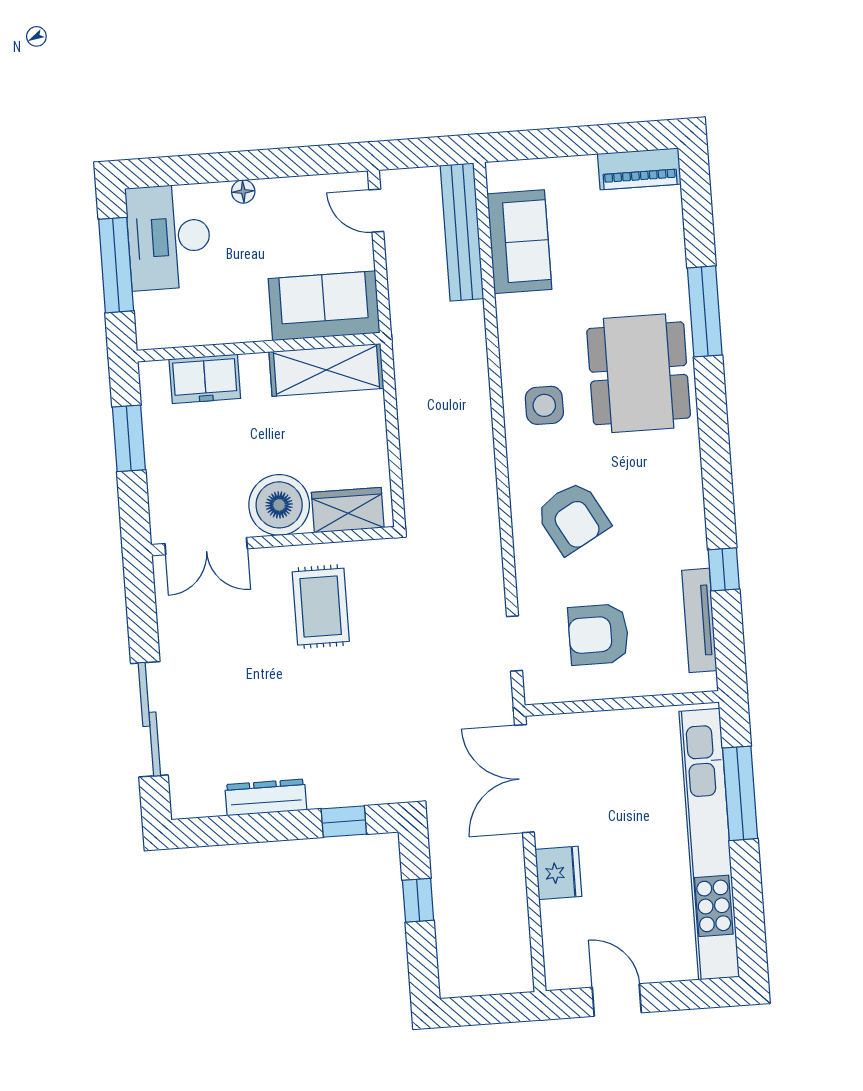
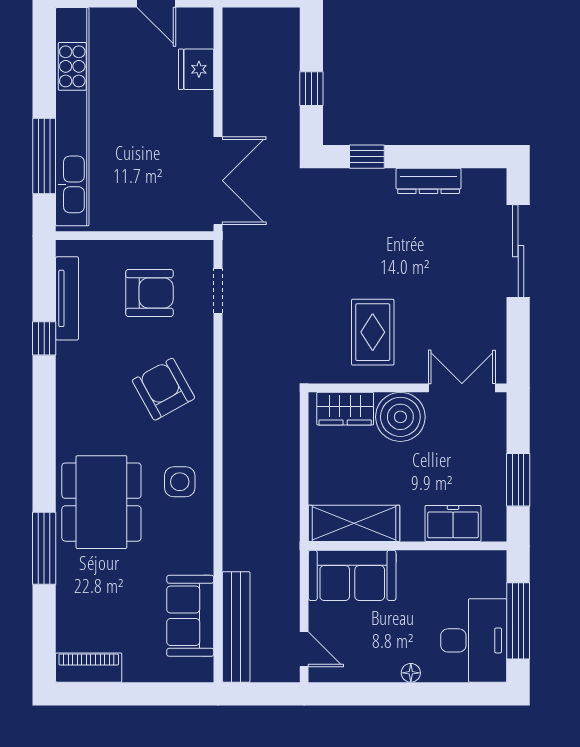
fridge: (558, 873) -> (196, 69), moved

